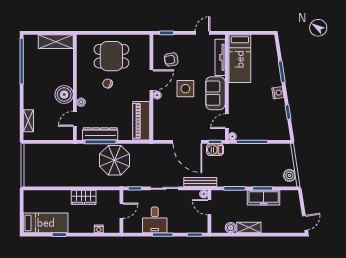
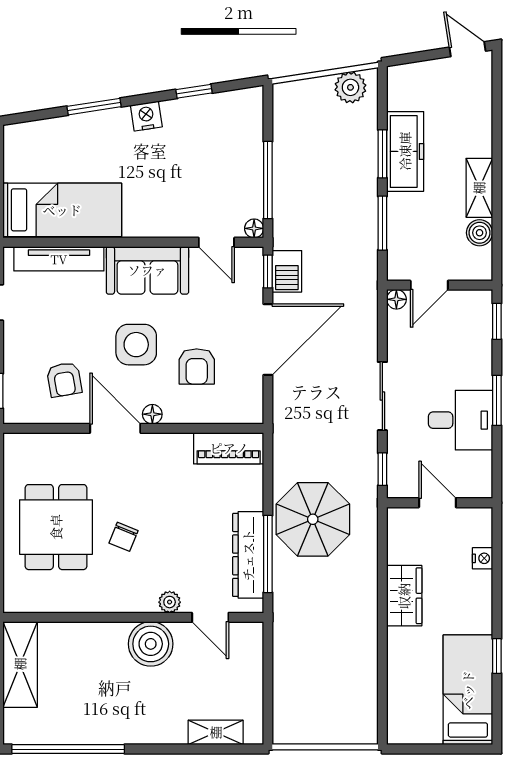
armchair: (177, 113) -> (197, 366), added
piano: (141, 121) -> (229, 448), width x0.73, depth x0.75
bench: (200, 182) -> (367, 308), removed

